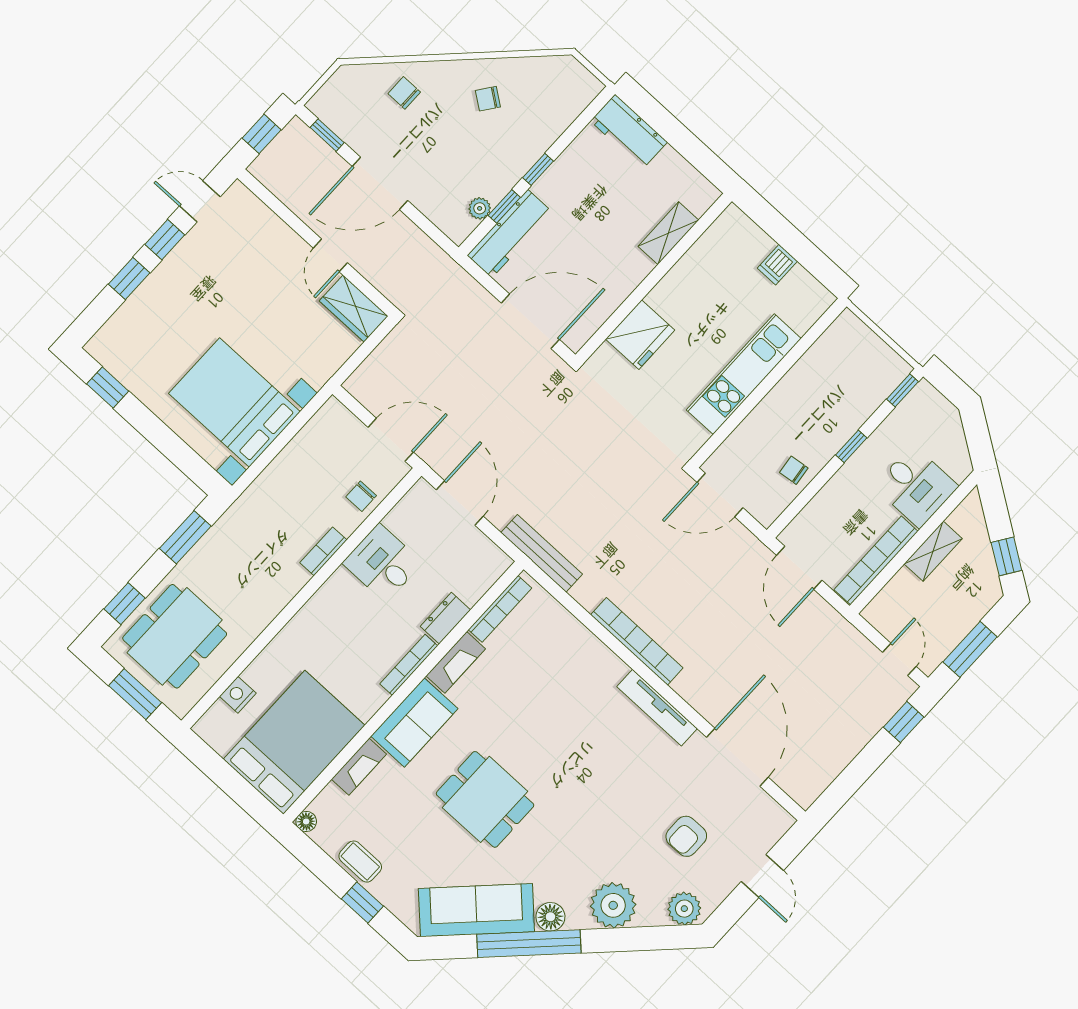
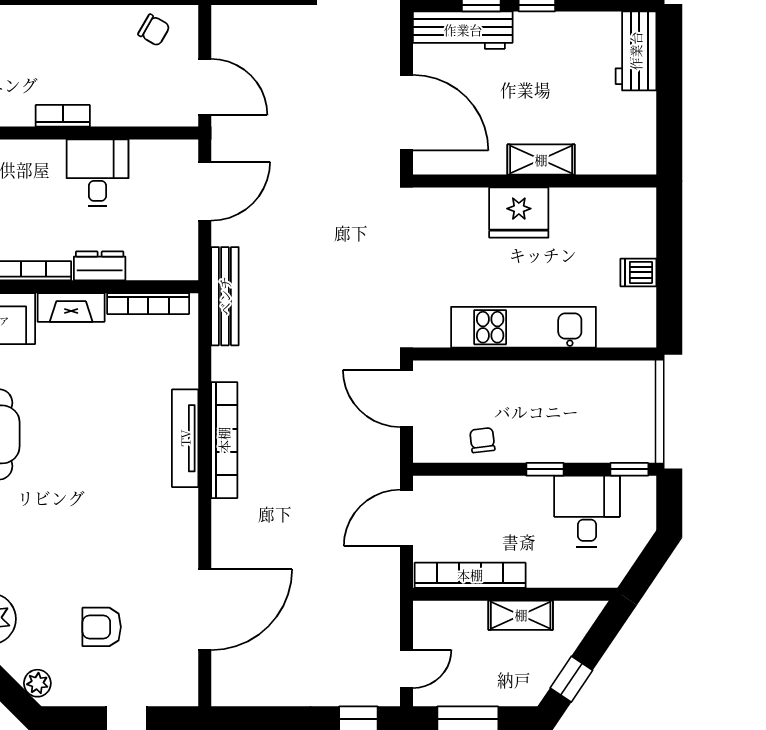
shelving: (668, 233) -> (541, 160), moved
fridge: (640, 335) -> (519, 213), moved
desk: (916, 486) -> (587, 511), moved, turned 180
chair: (361, 496) -> (154, 30), moved, turned -150
tv unit: (657, 708) -> (185, 438), moved
plant: (684, 909) -> (37, 683), width x0.73, depth x0.73

